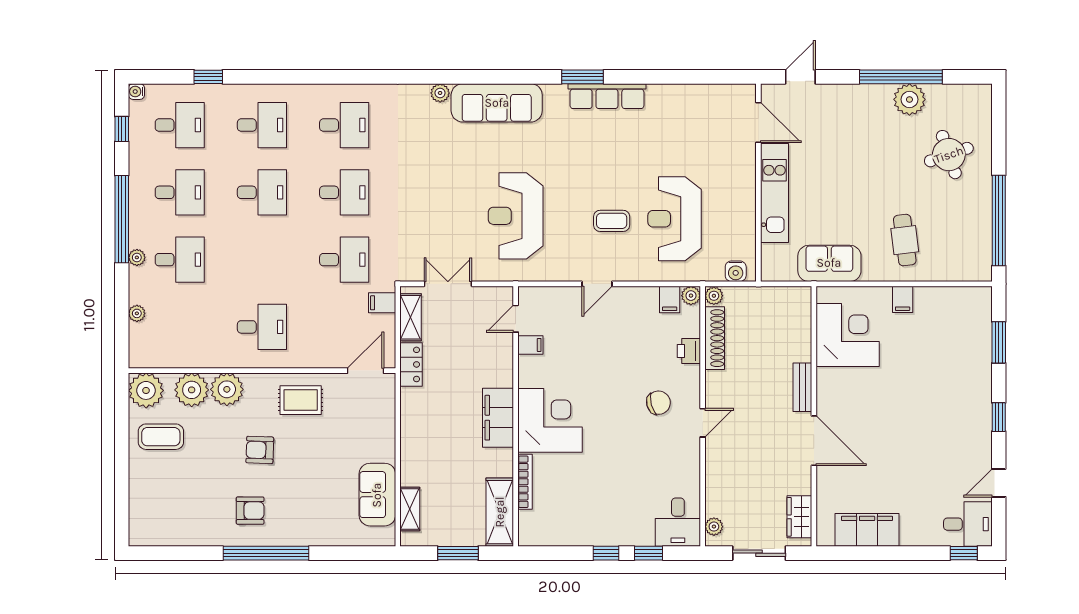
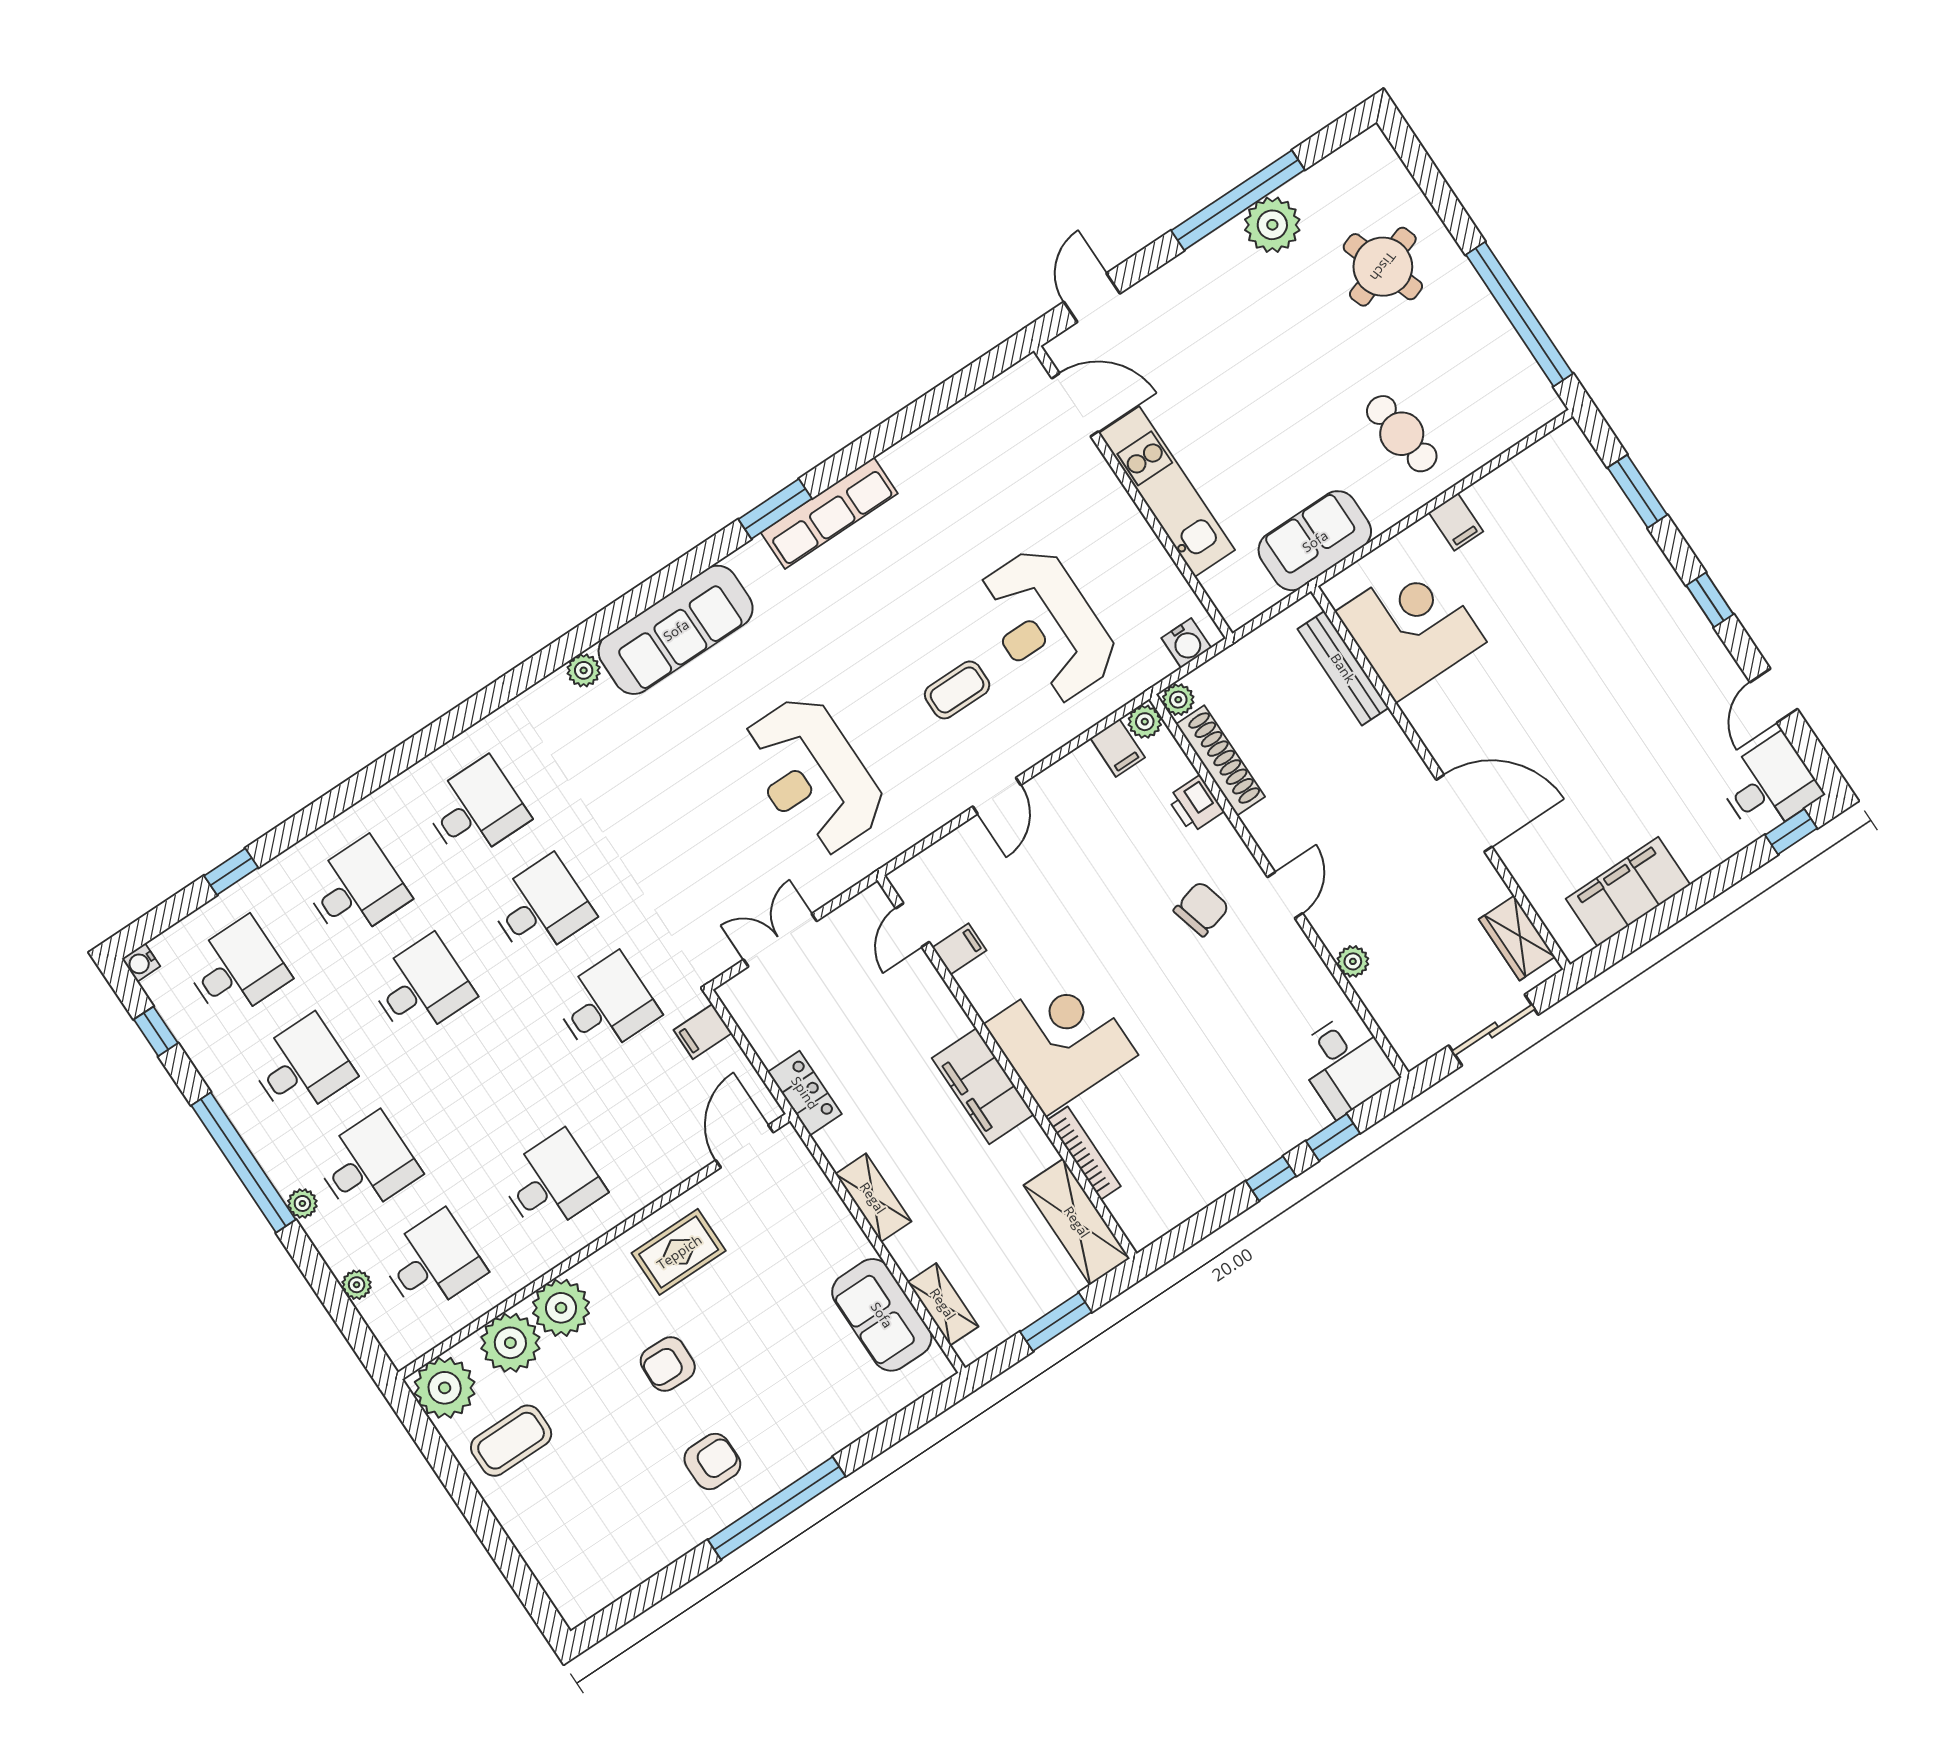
shelving: (411, 317) -> (873, 1198), moved
desk: (180, 327) -> (432, 1263), added
bench: (802, 387) -> (1343, 668), moved, width x1.36
plant: (714, 527) -> (1353, 961), moved

